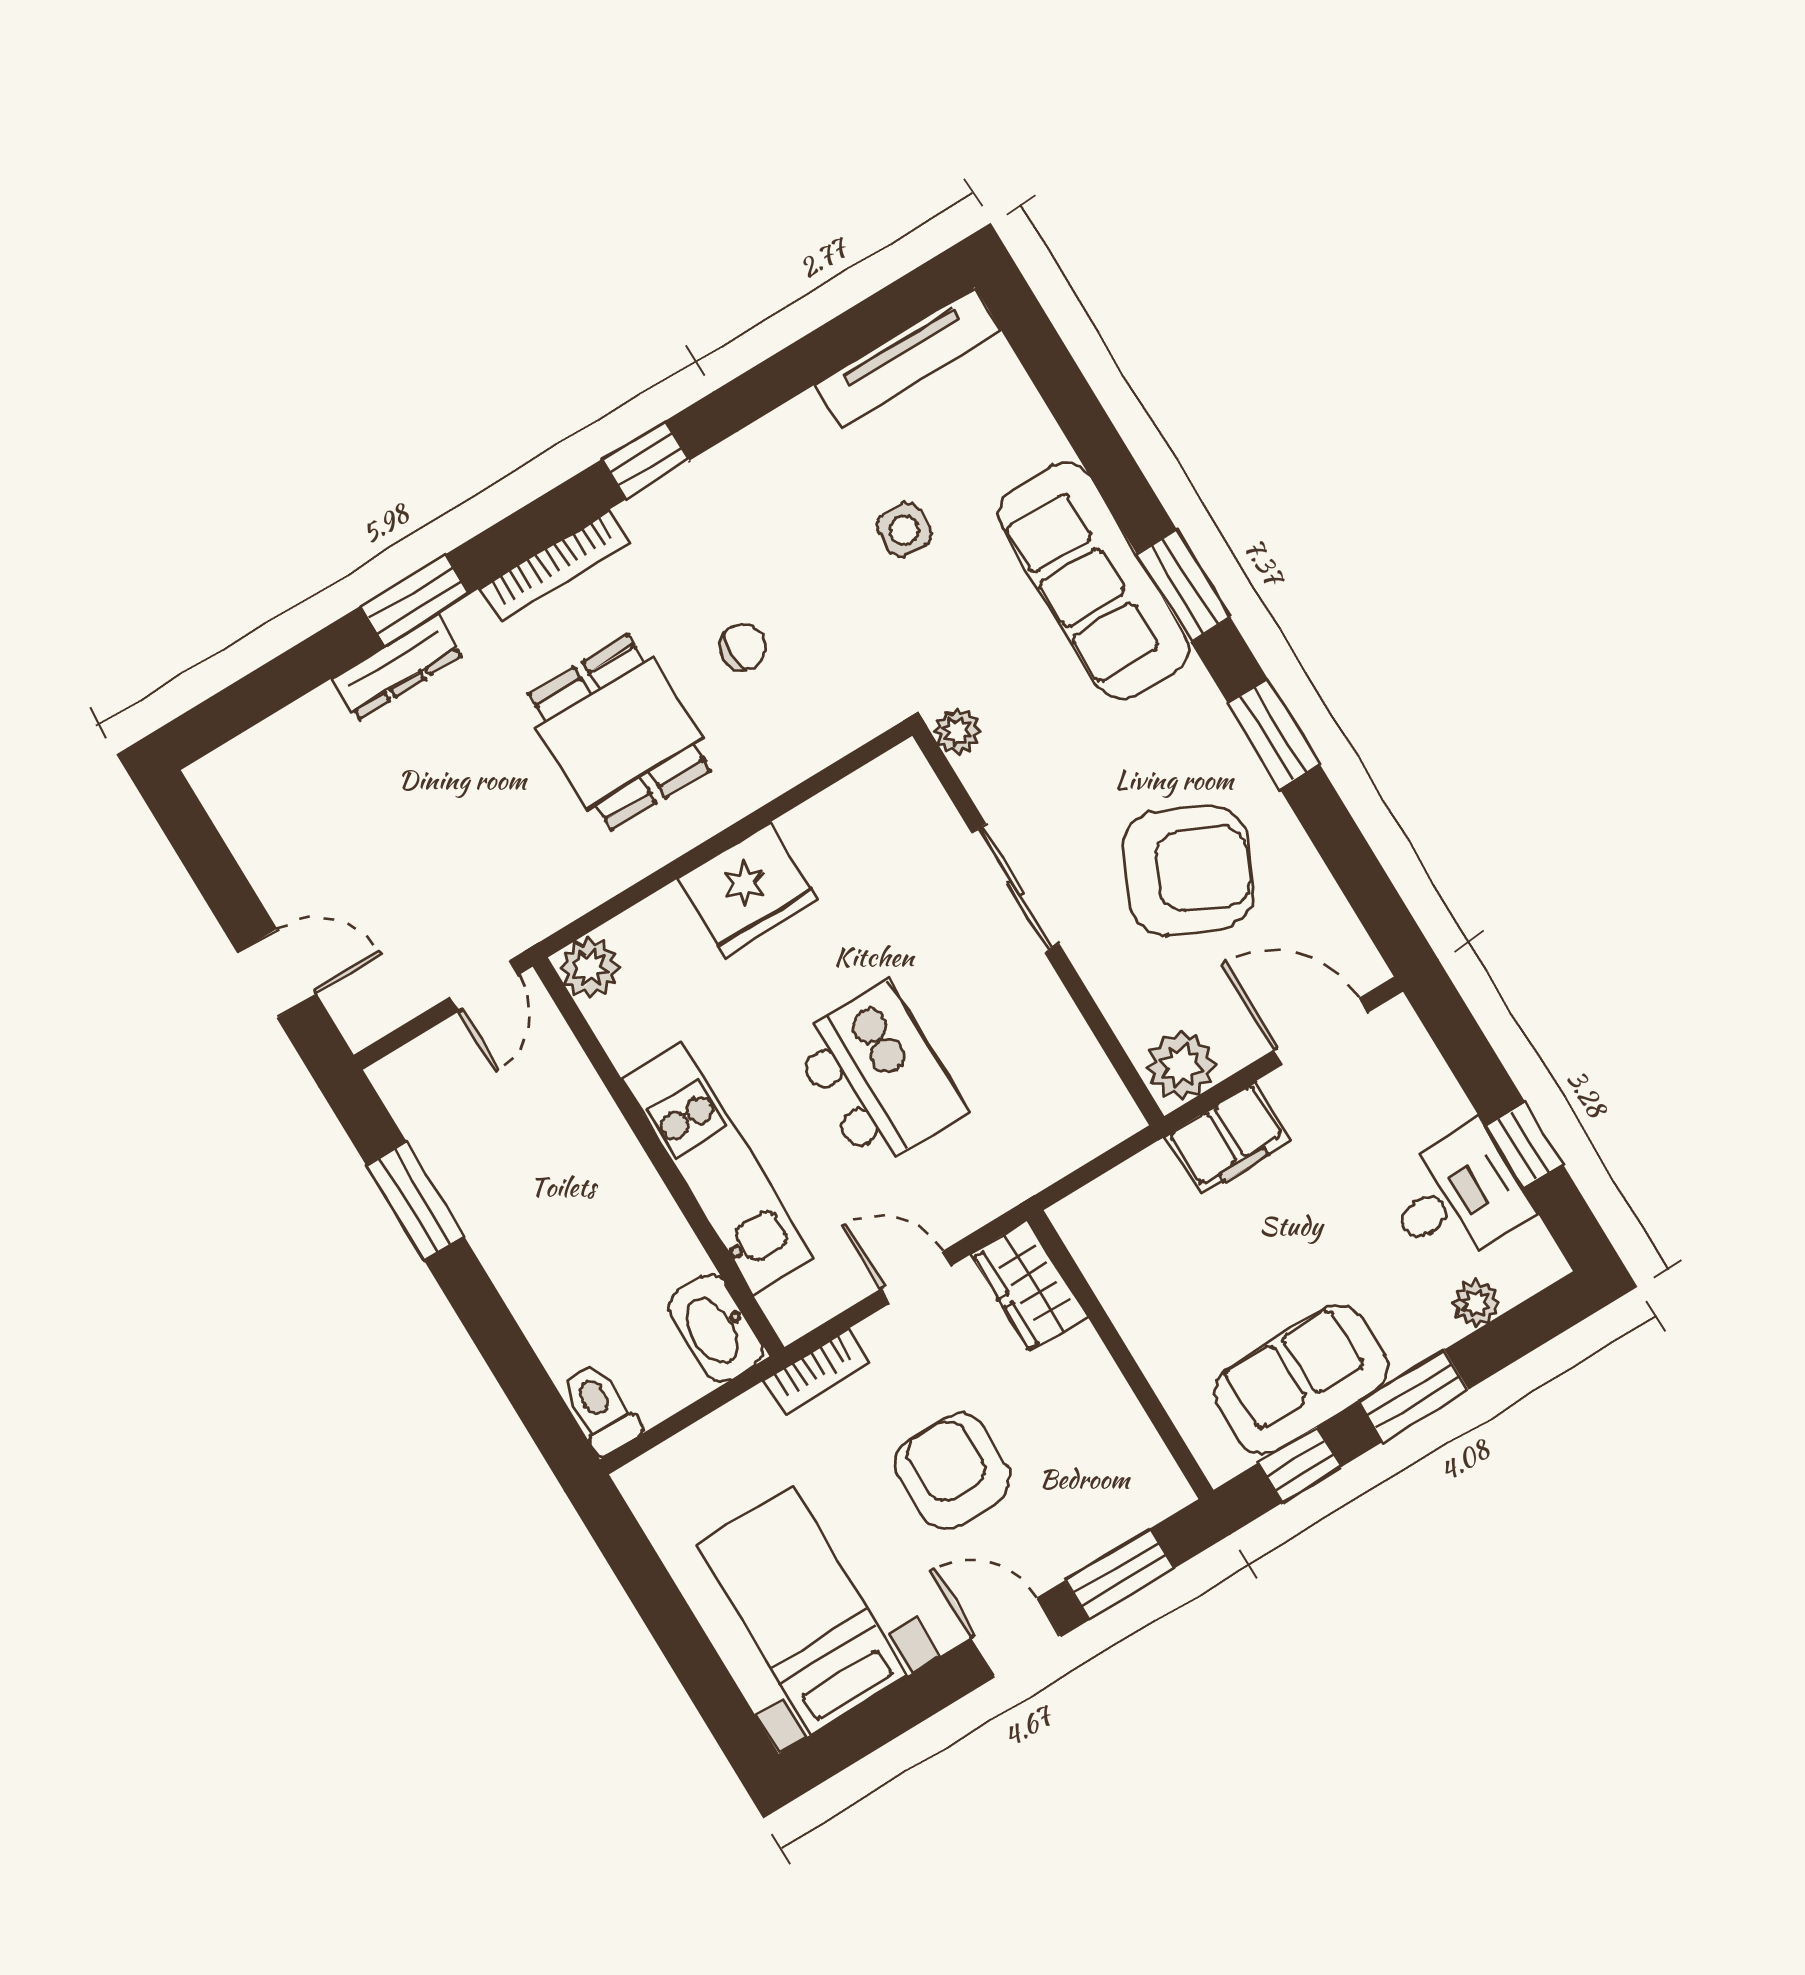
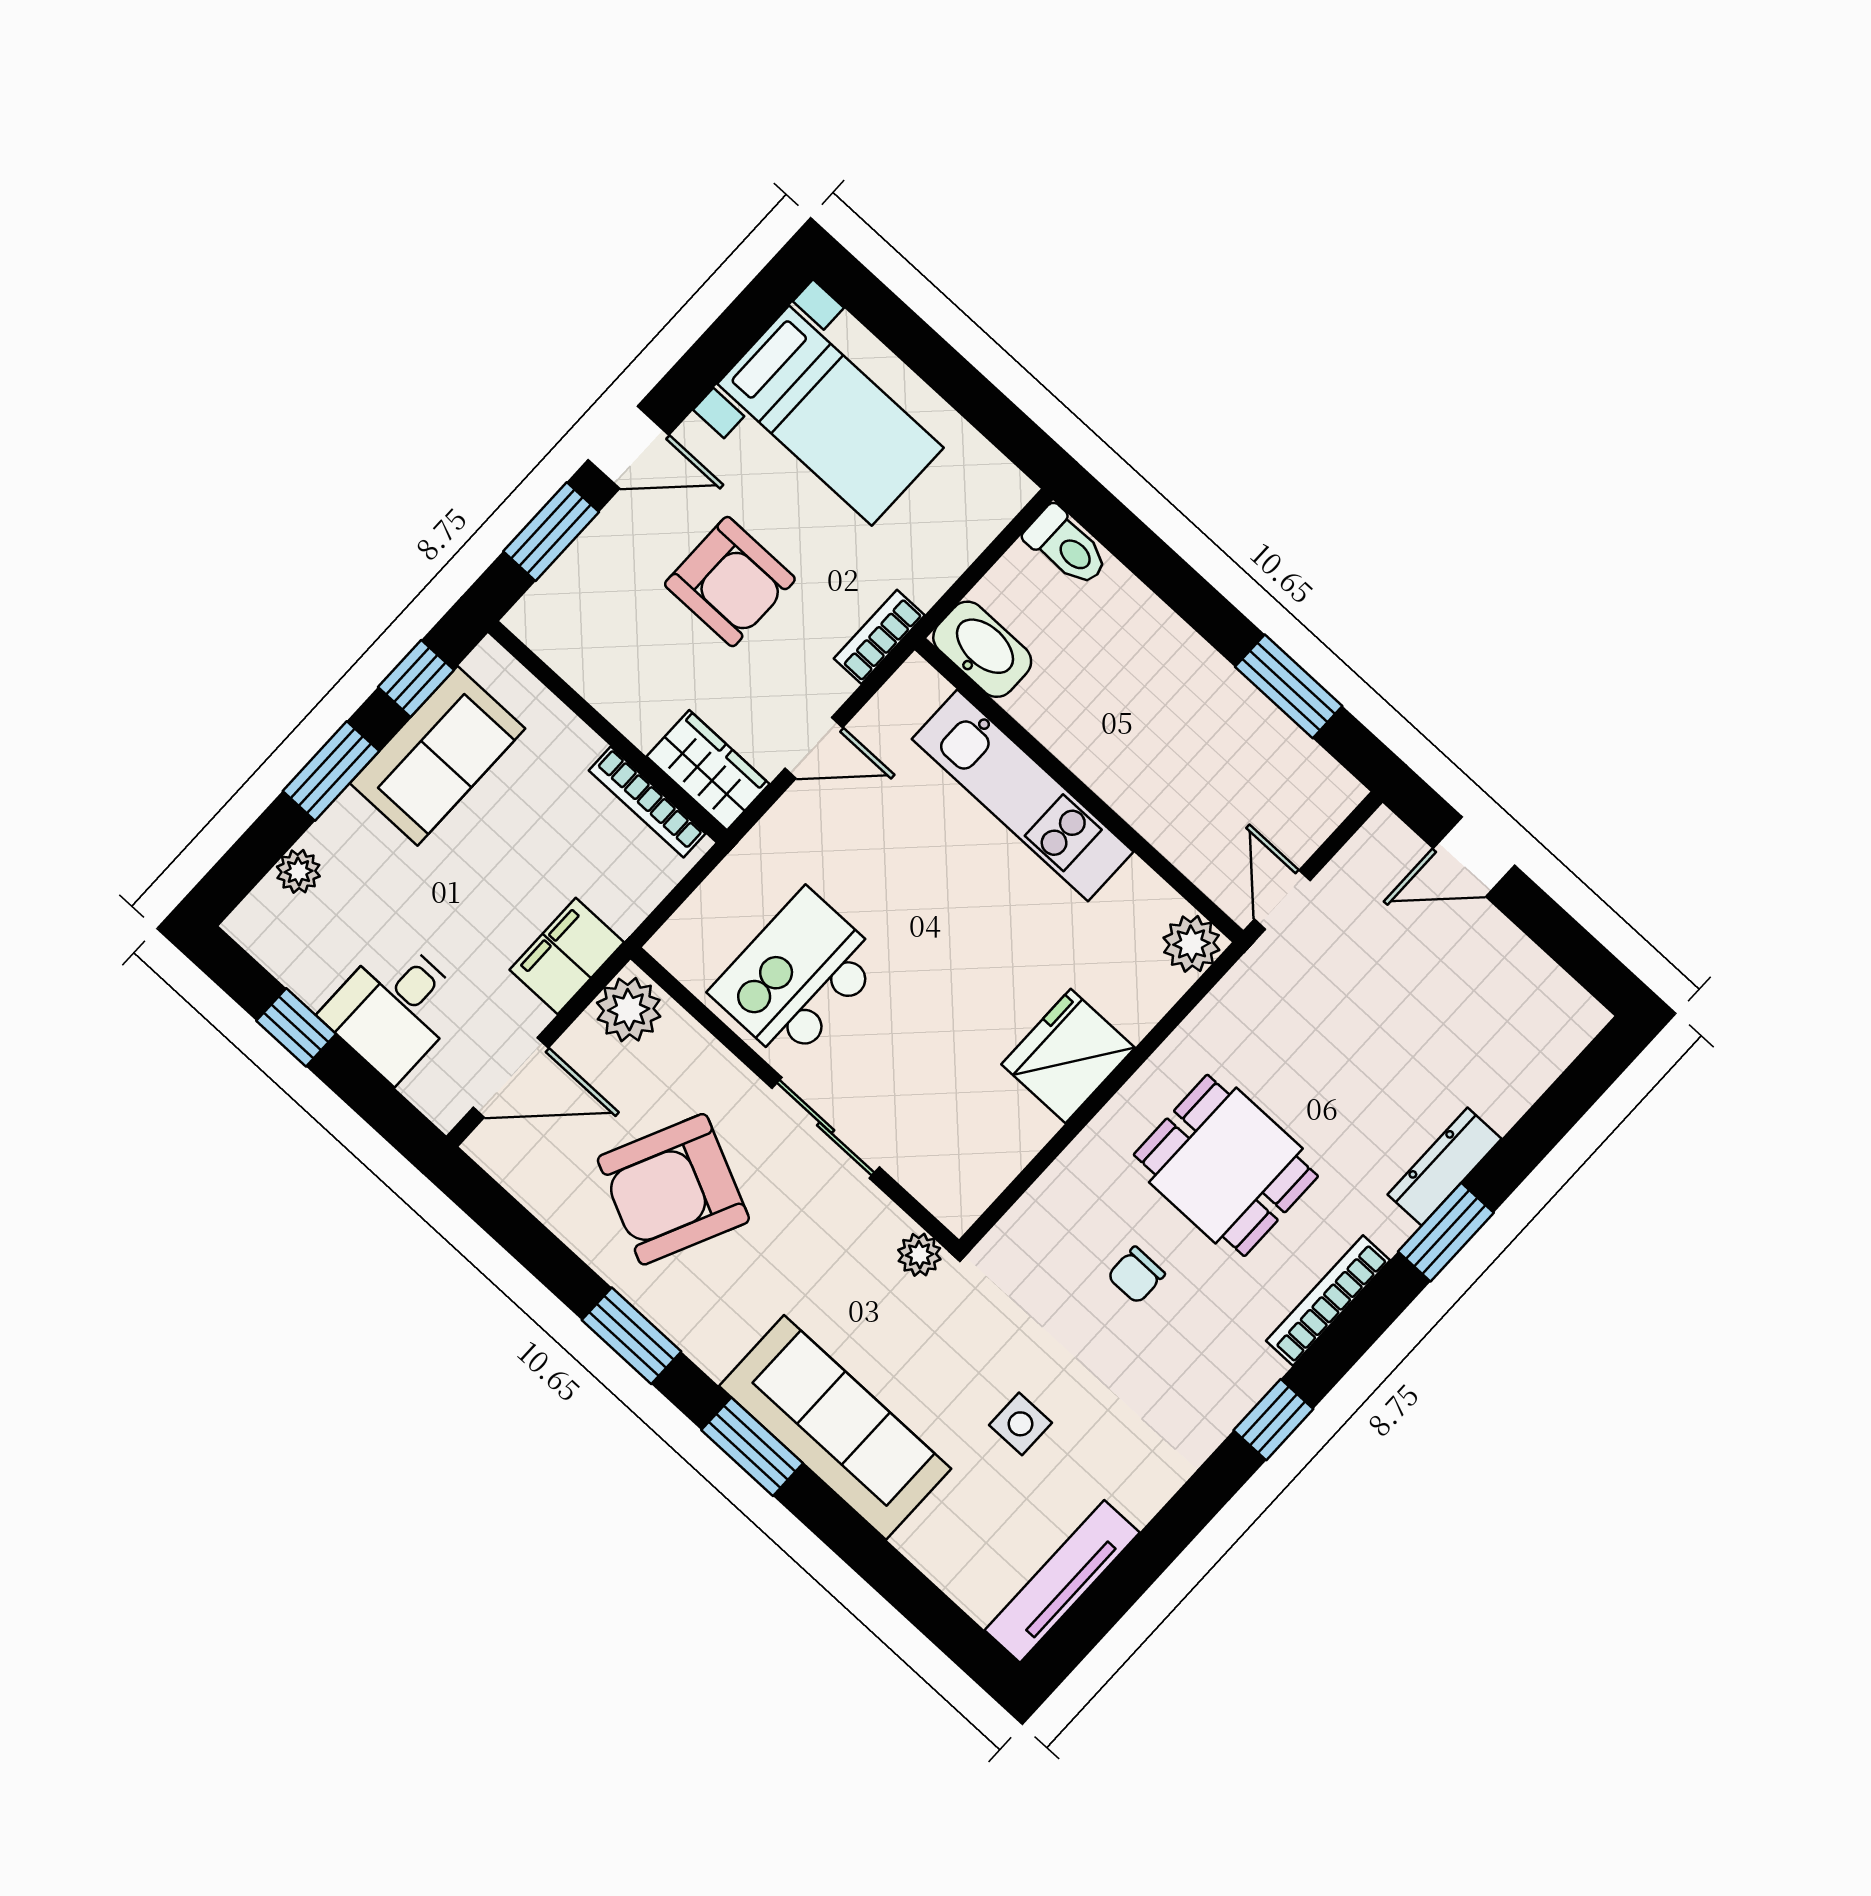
kitchen island: (878, 1076) -> (797, 976), moved, turned 90
desk: (1456, 1197) -> (394, 1009), moved
bookcase: (1101, 1271) -> (647, 802), added

